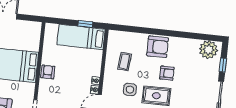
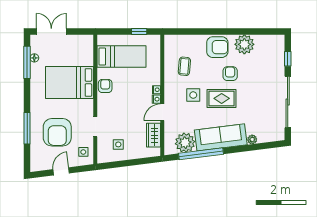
bed: (81, 37) -> (122, 57), moved, turned 180
plant: (208, 50) -> (244, 44), moved
armchair: (167, 73) -> (230, 74), turned -90

